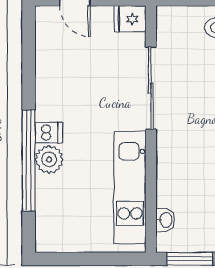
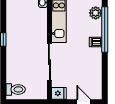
plant: (49, 159) -> (96, 13), moved

